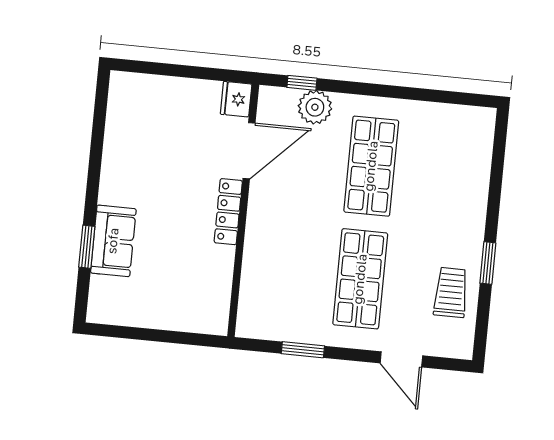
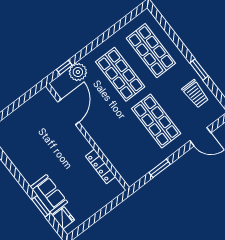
fridge: (236, 99) -> (63, 218), moved, turned 180
shop shelf: (445, 173) -> (151, 51), added
locker: (228, 212) -> (101, 166), moved
trolley: (451, 292) -> (195, 94), turned 180

